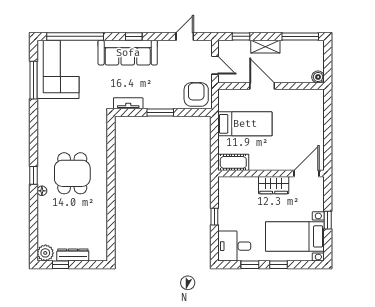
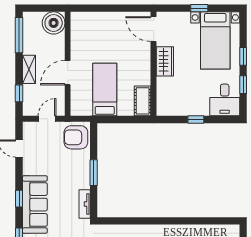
boiler: (318, 77) -> (54, 23), width x1.86, depth x1.86

